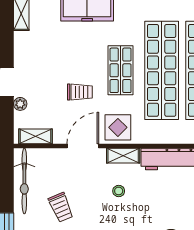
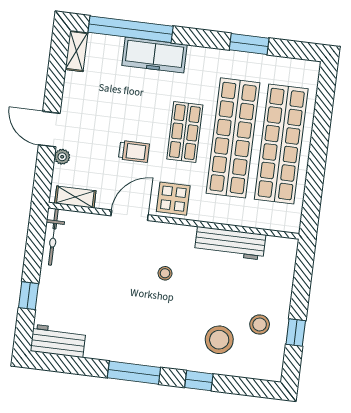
shelving: (123, 156) -> (175, 232), removed
bicycle: (24, 181) -> (53, 237), width x0.73, depth x0.71
trolley: (61, 207) -> (95, 284), removed

